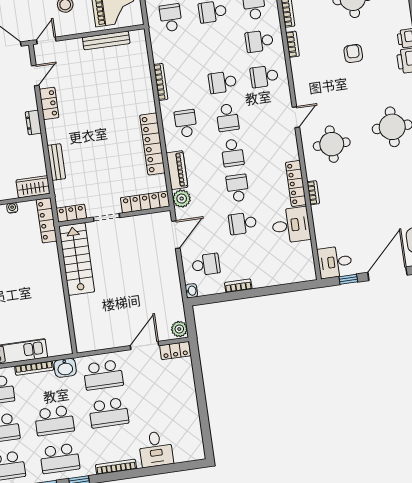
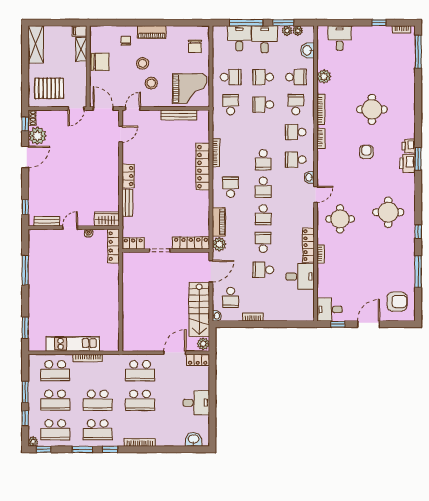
school desk: (223, 82) -> (263, 160), turned -90
washbasin: (285, 97) -> (309, 177), added
locker: (49, 103) -> (128, 176), moved
dresser: (33, 122) -> (114, 170), removed
locker: (152, 144) -> (203, 167), moved
stairs: (77, 259) -> (199, 310), moved, turned 180
school desk: (206, 265) -> (231, 297), turned 90
door: (387, 274) -> (369, 324), width x0.73
washbasin: (65, 368) -> (194, 439), moved, turned 180
desk: (156, 449) -> (196, 403), moved, turned -90

